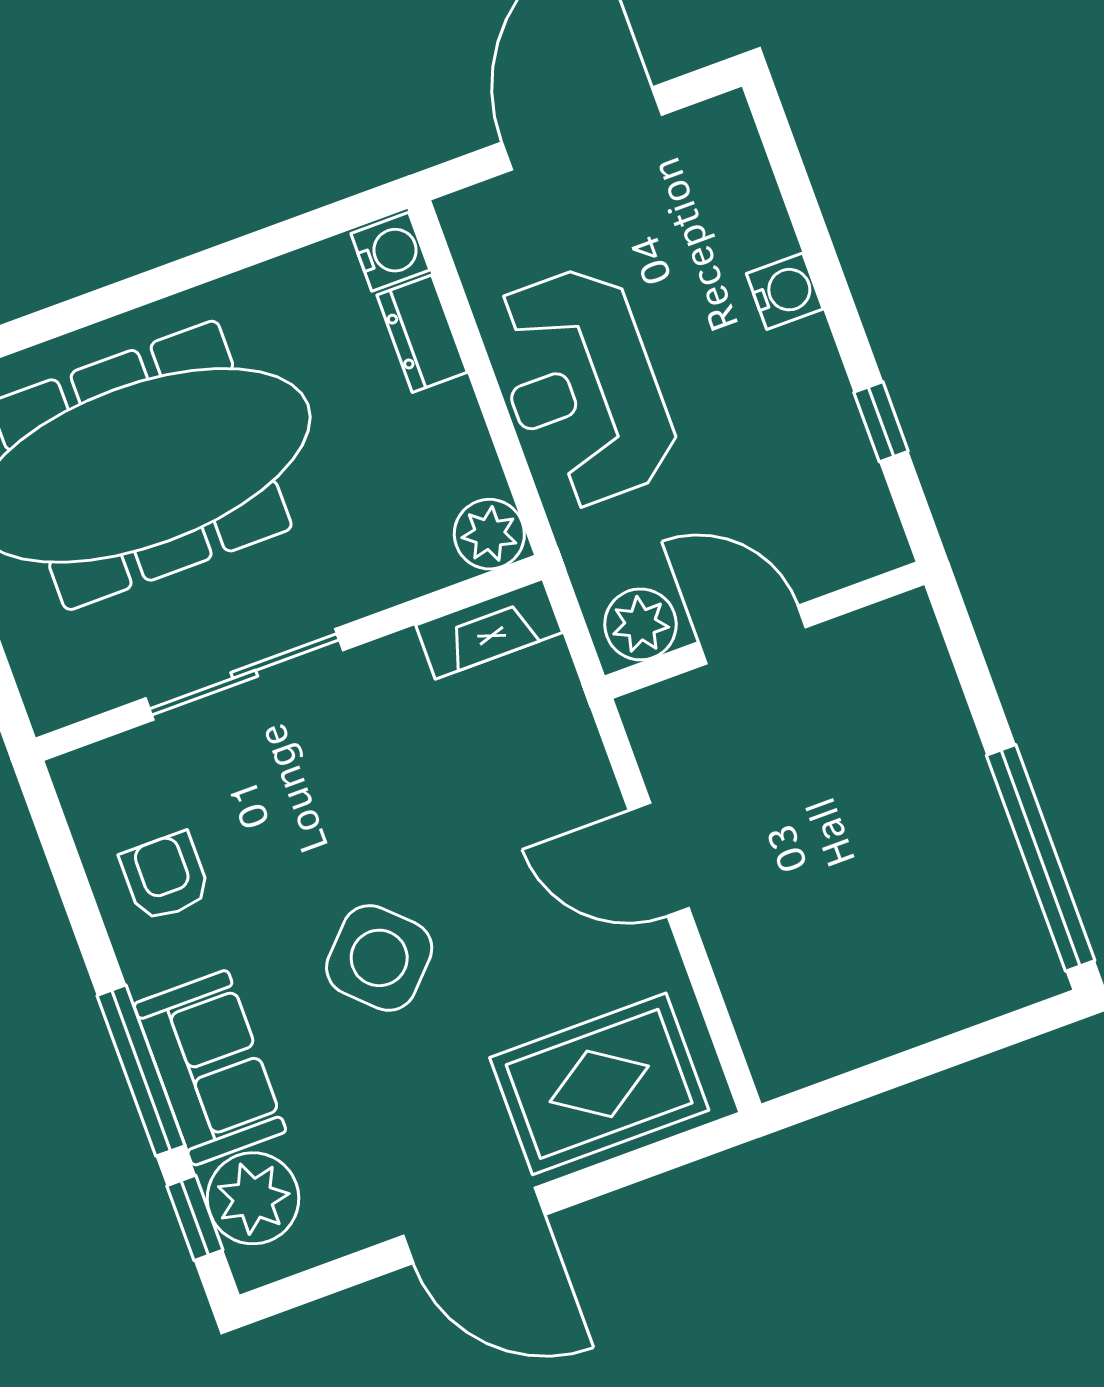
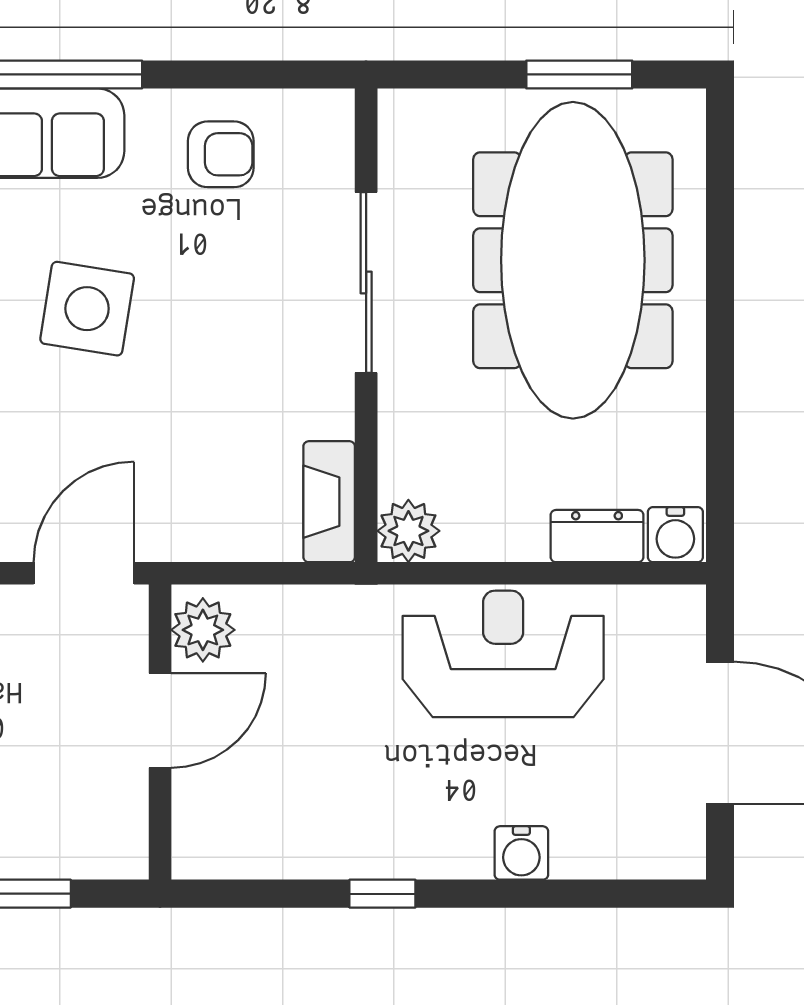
plant: (640, 624) -> (203, 630), moved
wall: (765, 630) -> (160, 732), moved
door: (752, 635) -> (160, 720), moved
side table: (379, 958) -> (87, 309), turned -35

